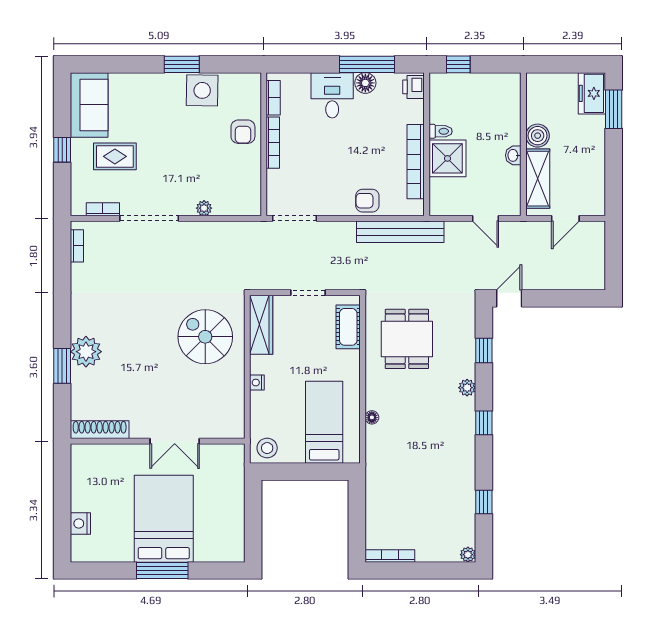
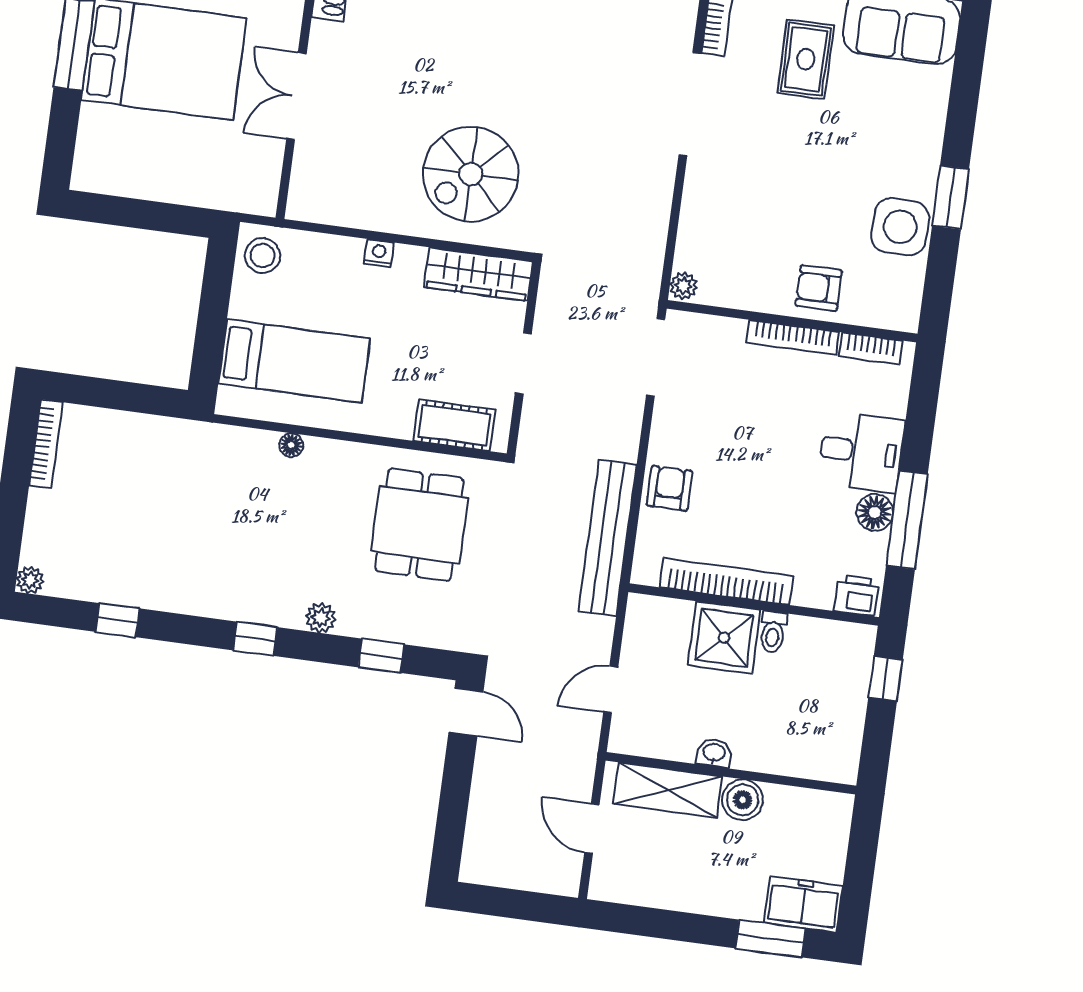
plant: (204, 208) -> (683, 286), moved
spiral stairs: (205, 337) -> (471, 174), turned 180
dining table: (407, 339) -> (419, 525), turned 90

